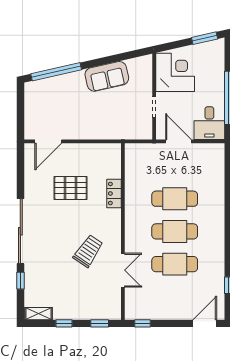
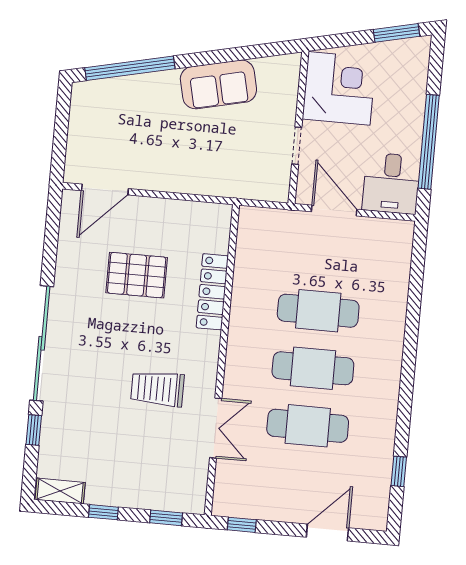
locker: (114, 194) -> (212, 292), width x1.53
trolley: (88, 251) -> (157, 389), turned -124
door: (205, 323) -> (327, 533), moved

